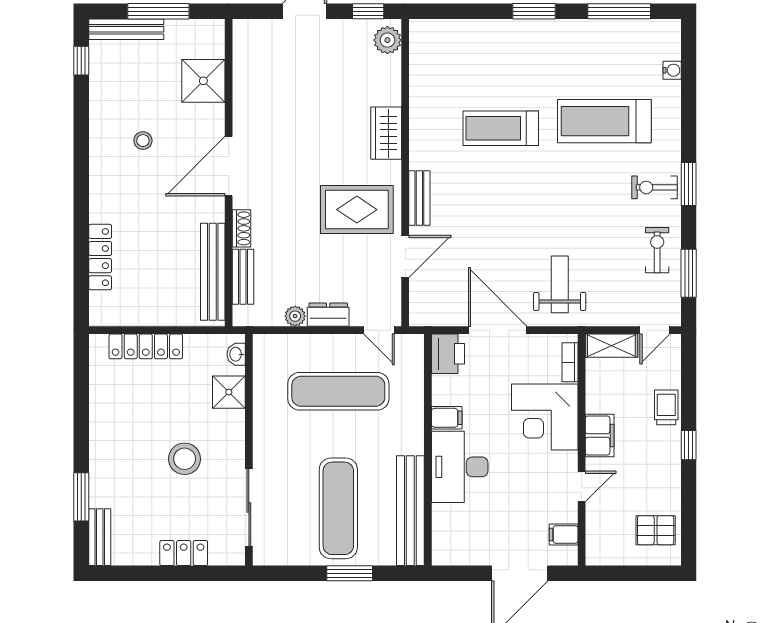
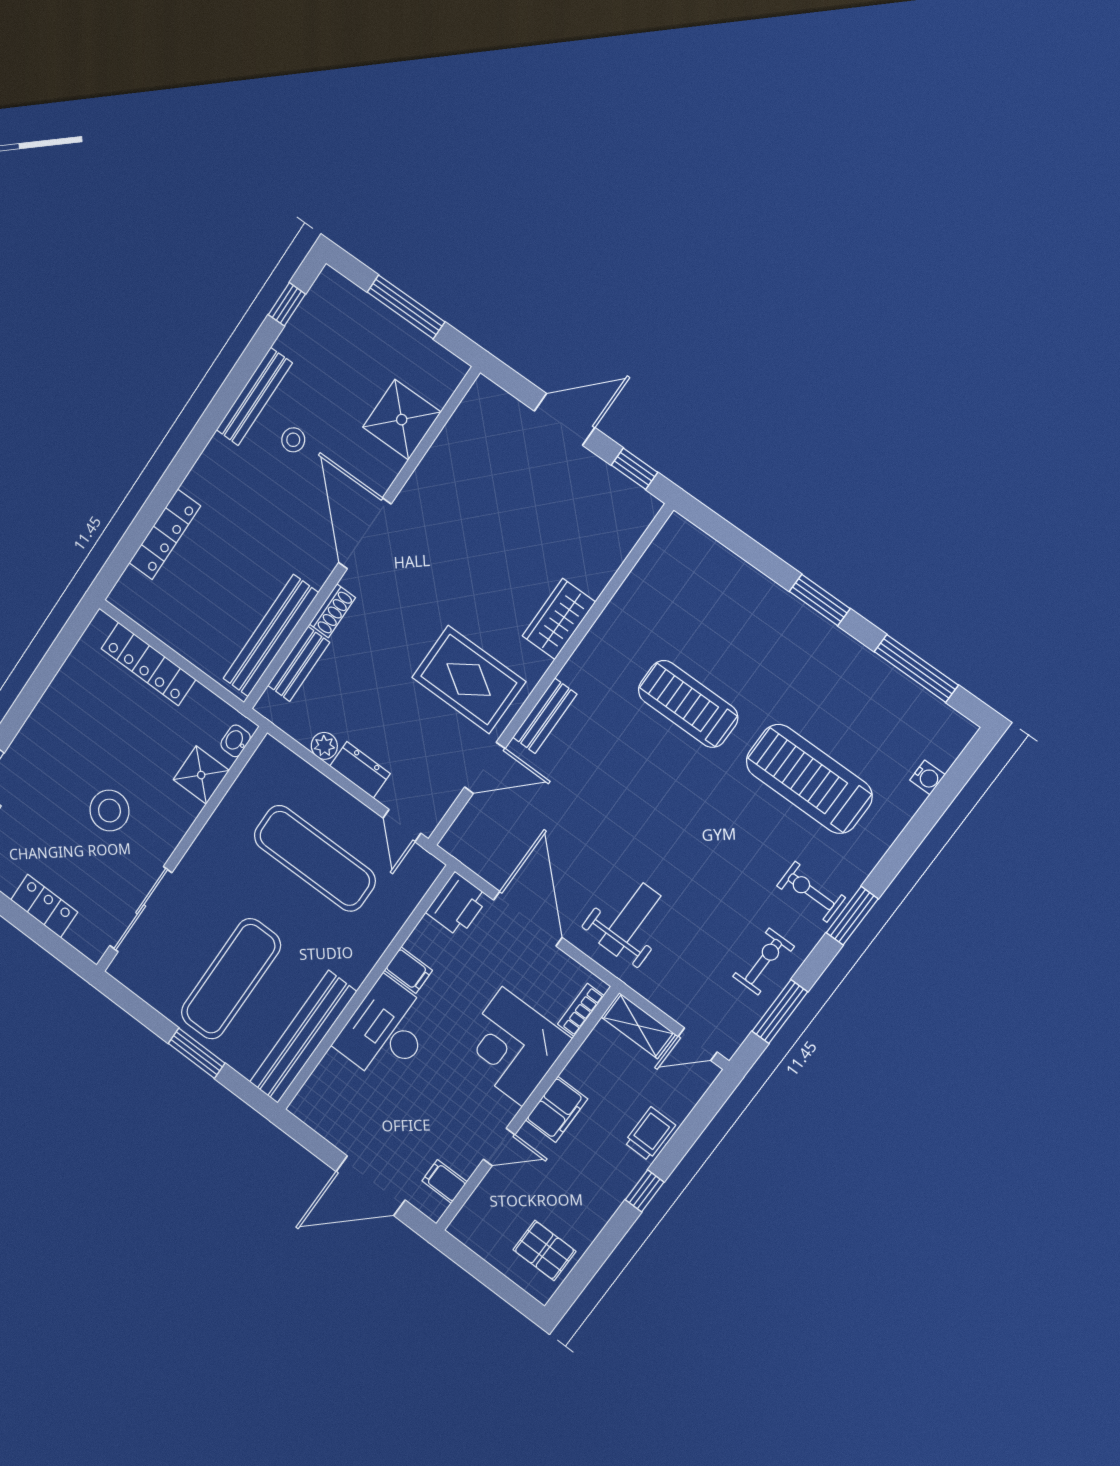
bench: (126, 29) -> (254, 396), moved, turned 90
plant: (387, 40) -> (633, 517), removed
door: (229, 166) -> (365, 533), hinge flipped

